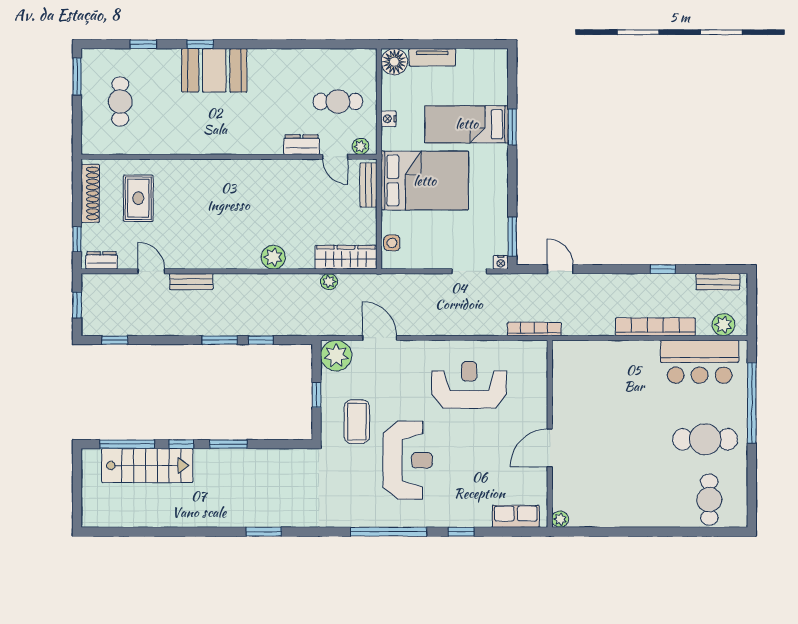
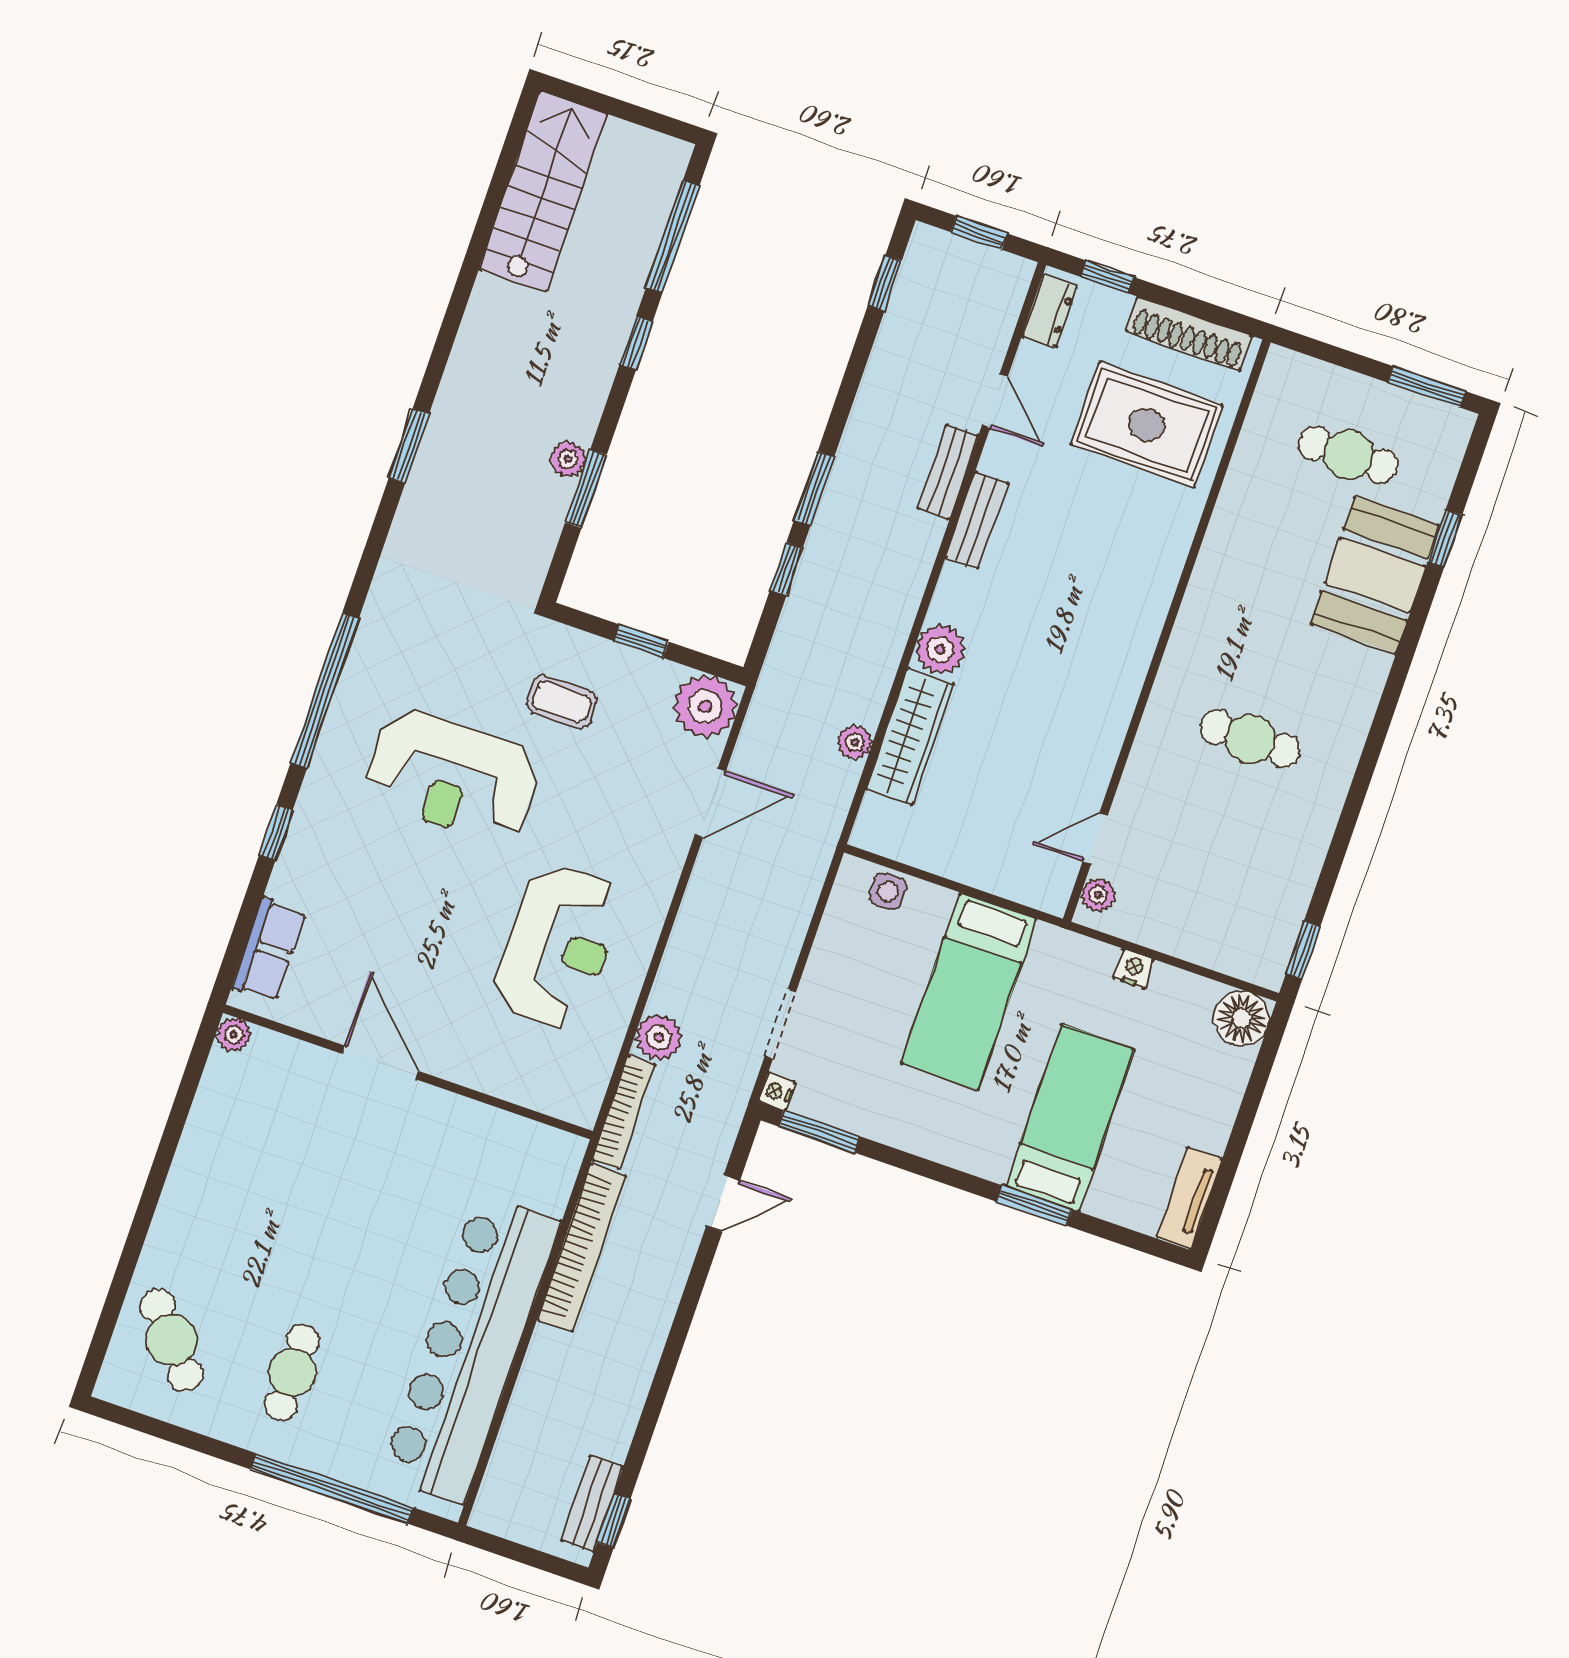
window: (200, 44) -> (1303, 950), moved
tv unit: (432, 57) -> (1189, 1198), moved
booth: (214, 70) -> (1375, 575), moved
cafe table: (338, 102) -> (1250, 739), moved, turned 90
dresser: (302, 145) -> (1142, 781), removed
bed: (425, 181) -> (969, 991), width x0.67
bench: (368, 185) -> (977, 520), moved, turned 90
rug: (138, 198) -> (1147, 425), width x1.36, depth x1.43
wardrobe: (346, 257) -> (910, 737), moved
window: (663, 269) -> (614, 1521), moved
door: (151, 271) -> (995, 401), hinge flipped
plant: (723, 325) -> (659, 1037), moved
bookcase: (655, 327) -> (582, 1248), moved
bar counter: (700, 362) -> (470, 1348), width x1.86
coffee table: (357, 422) -> (562, 702), width x0.73, depth x0.77
cafe table: (705, 439) -> (292, 1373), width x0.73, depth x0.74
window: (228, 444) -> (586, 489), moved
plant: (245, 457) -> (568, 459), added
stairs: (147, 465) -> (543, 191), moved, turned 180
cafe table: (709, 500) -> (171, 1340), turned 49

